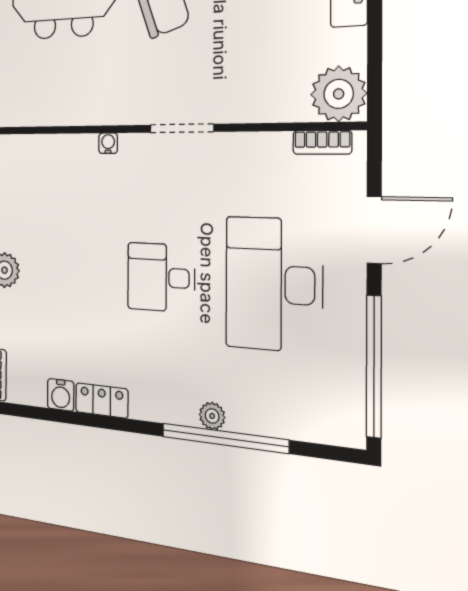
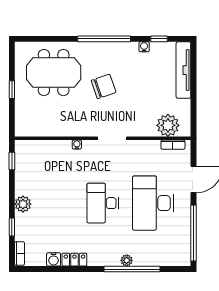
plant: (339, 94) -> (168, 125), moved
desk: (161, 277) -> (103, 203), width x1.37

